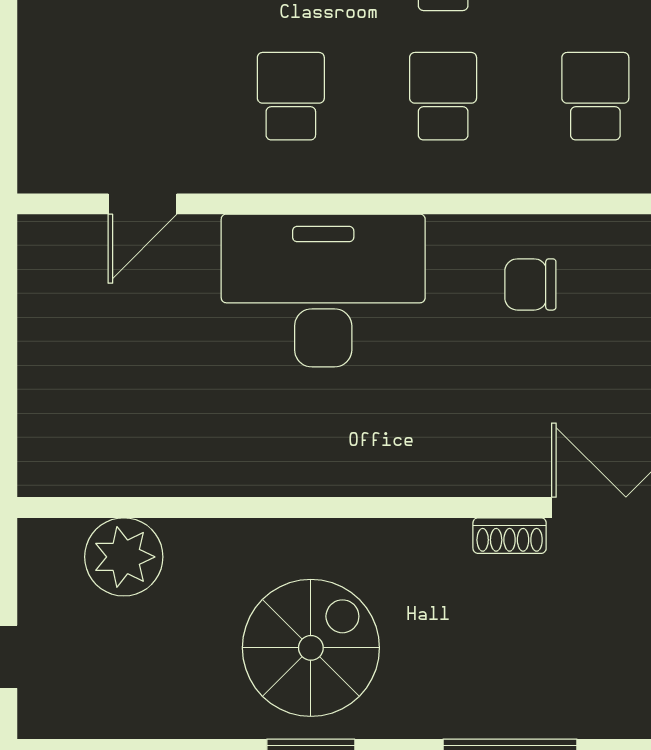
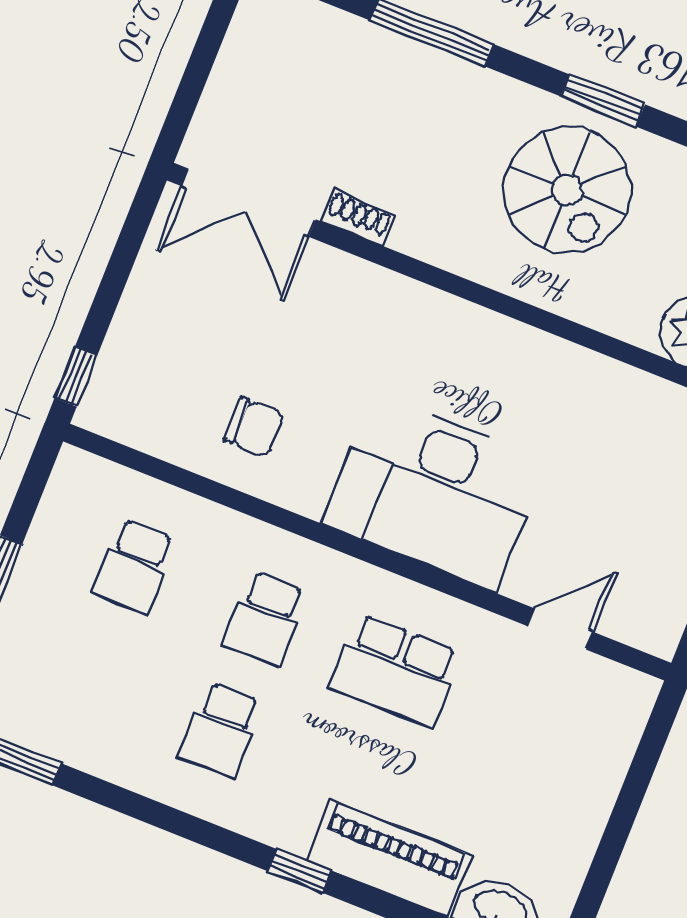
school desk: (291, 96) -> (396, 671), width x1.85
spiral stairs: (311, 648) -> (567, 190), turned -90

